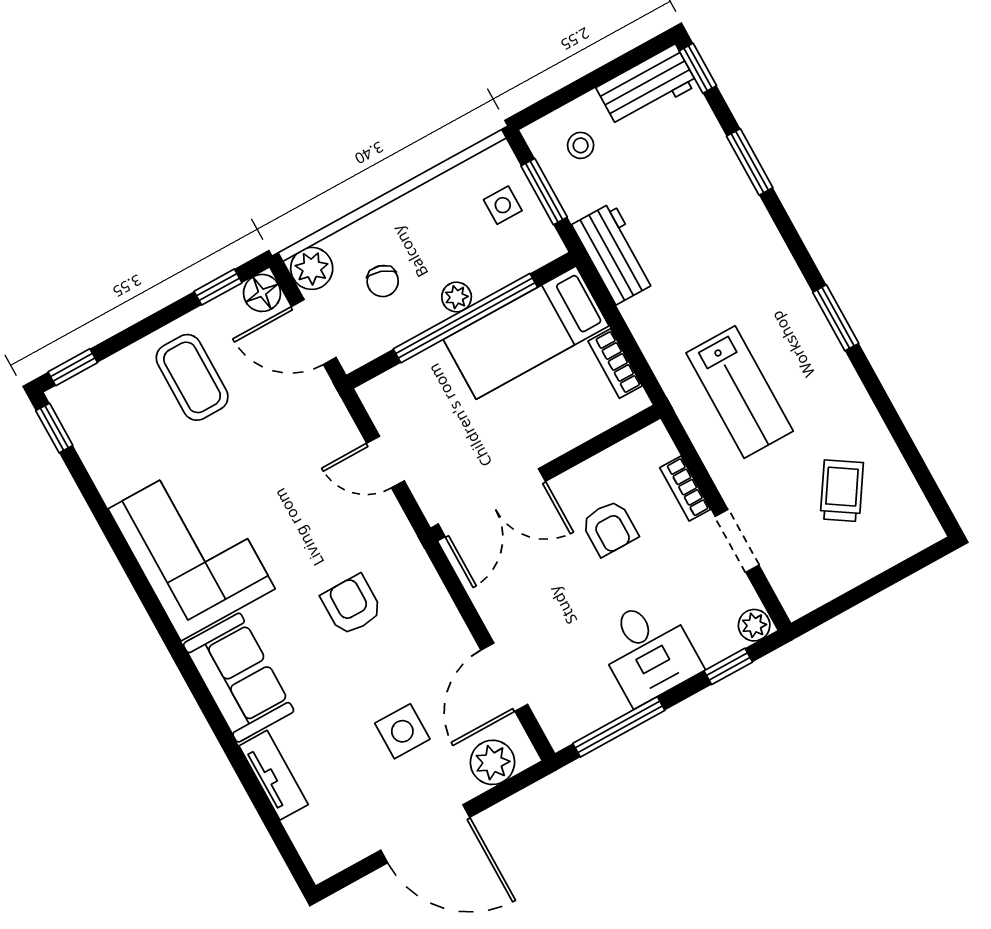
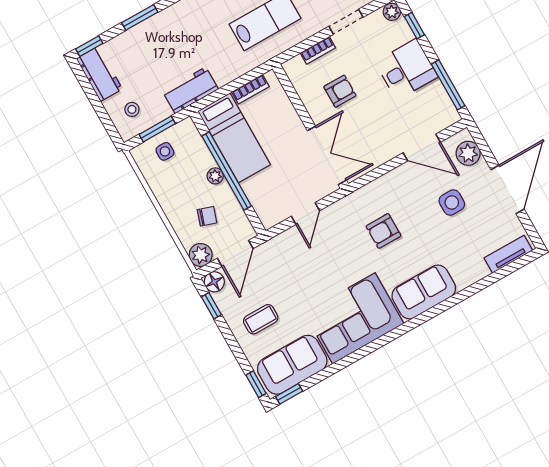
coffee table: (192, 377) -> (261, 319), width x0.73, depth x0.77
sofa: (108, 434) -> (292, 365), added
tv unit: (274, 775) -> (508, 254), moved

